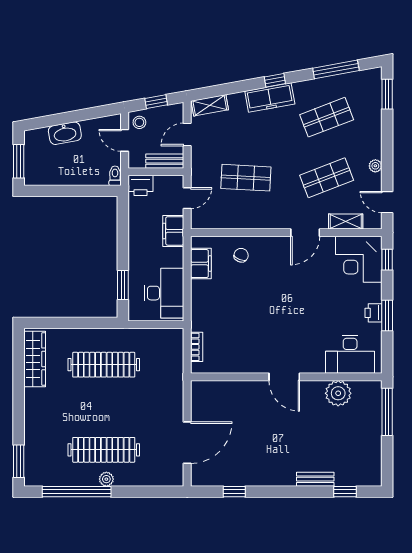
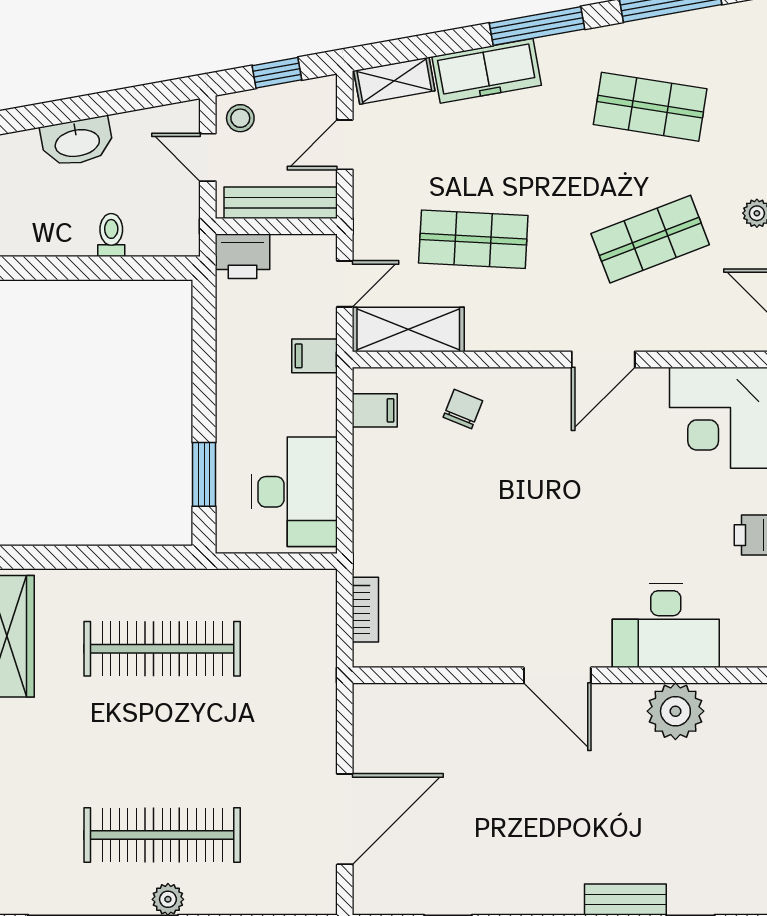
window: (275, 80) -> (537, 26), width x2.17
freezer: (270, 98) -> (487, 71), moved
shop shelf: (327, 117) -> (650, 107), turned 30
bench: (165, 161) -> (281, 203), width x1.36
toilet: (115, 176) -> (111, 235), moved
shelving: (346, 221) -> (408, 329), moved, width x1.50, depth x1.33
filing cabinet: (173, 231) -> (315, 356), width x0.50
filing cabinet: (201, 264) -> (375, 410), width x0.50
desk: (350, 354) -> (666, 626), moved

